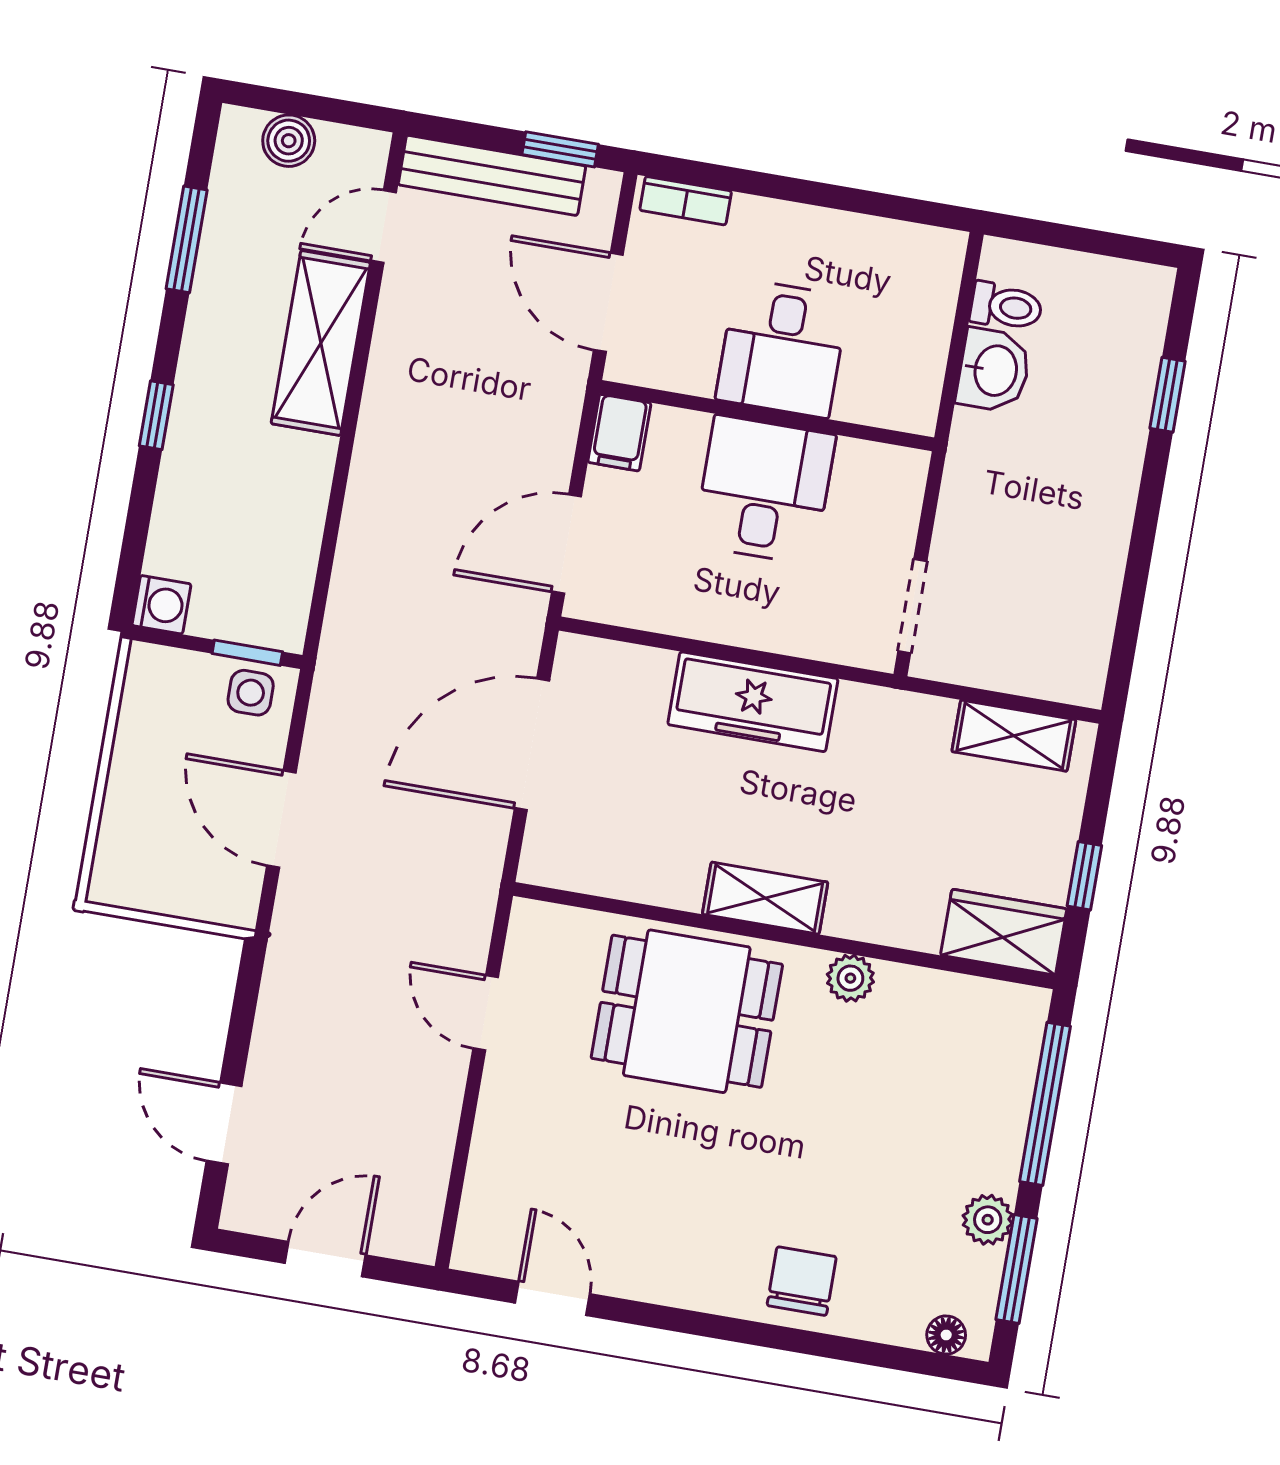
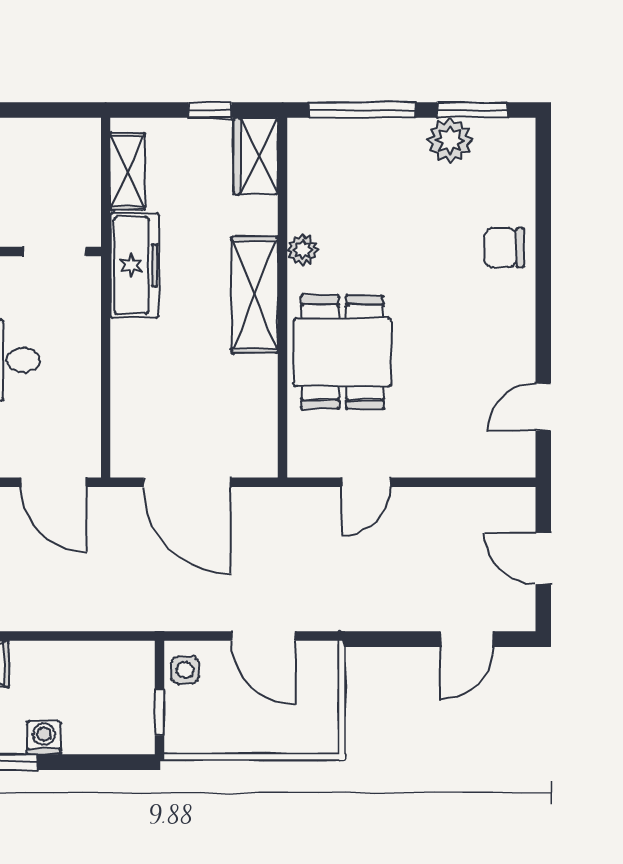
washing machine: (161, 605) -> (44, 738), moved
window: (247, 653) -> (159, 712), moved
freezer: (753, 702) -> (135, 265), moved
door: (281, 819) -> (263, 636), hinge flipped
shelving: (765, 898) -> (255, 295), width x1.50, depth x1.33
plant: (988, 1220) -> (450, 140), width x1.38, depth x1.38
floor lamp: (946, 1335) -> (523, 148), removed

